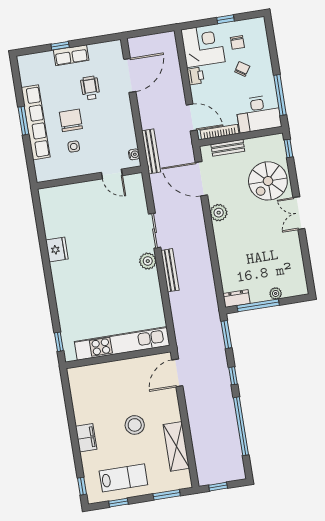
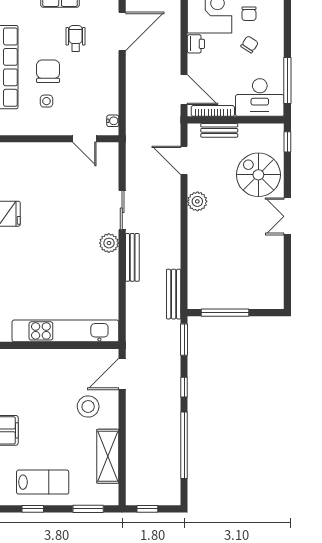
bench: (151, 151) -> (174, 294), moved
door: (201, 179) -> (184, 160), width x0.73
spiral stairs: (268, 181) -> (258, 175), turned 90
plant: (276, 293) -> (247, 302), removed
dresser: (237, 299) -> (202, 301), removed
stool: (135, 425) -> (88, 406), moved

